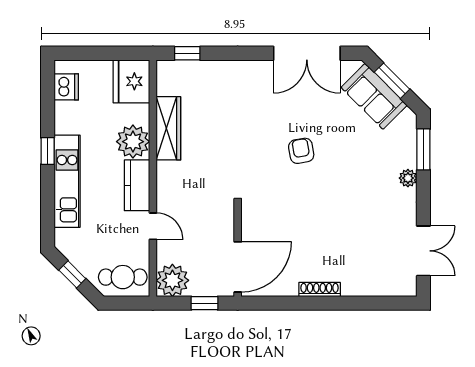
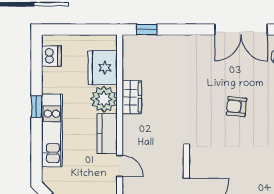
fridge: (131, 81) -> (103, 68), moved
wardrobe: (168, 128) -> (132, 97), width x0.67
armchair: (301, 151) -> (237, 106), turned -74

